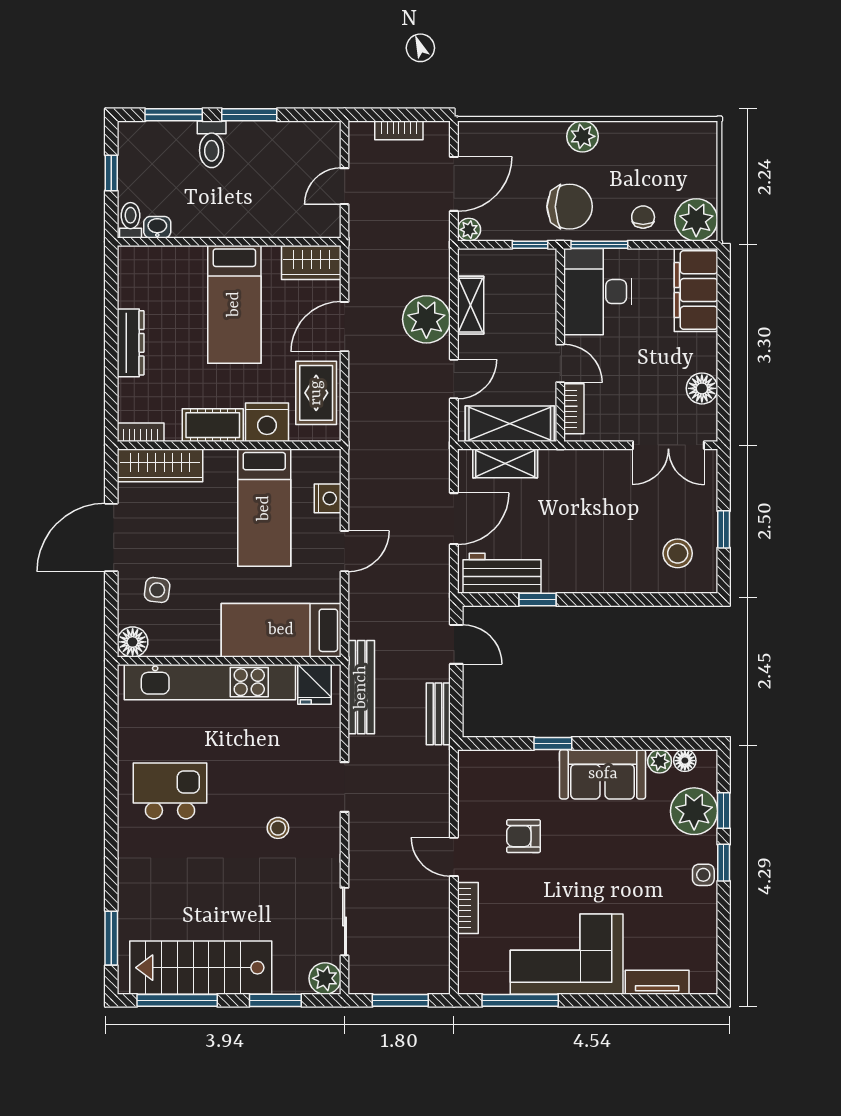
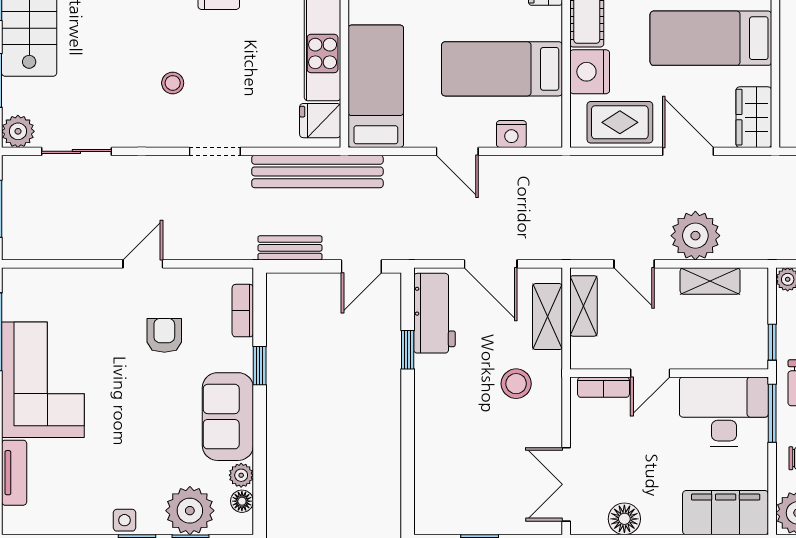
shelving: (510, 424) -> (584, 306), width x0.67, depth x0.75
stool: (678, 553) -> (516, 384), moved
bench: (361, 687) -> (317, 171), width x1.37, depth x1.21
bookcase: (468, 908) -> (243, 311), moved, turned 90

